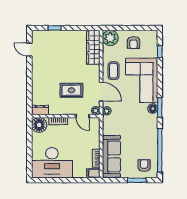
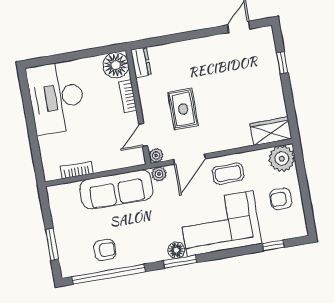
wardrobe: (93, 47) -> (271, 131), width x0.67
sofa: (111, 156) -> (116, 189), moved
armchair: (144, 166) -> (105, 250), moved
filing cabinet: (93, 173) -> (51, 170), removed

